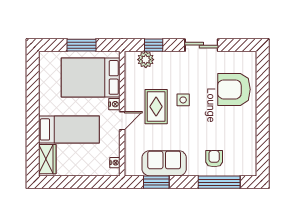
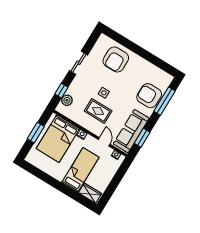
door: (122, 121) -> (104, 142), moved
armchair: (214, 159) -> (149, 96), width x1.88, depth x1.88
sofa: (164, 163) -> (131, 131), width x1.36

